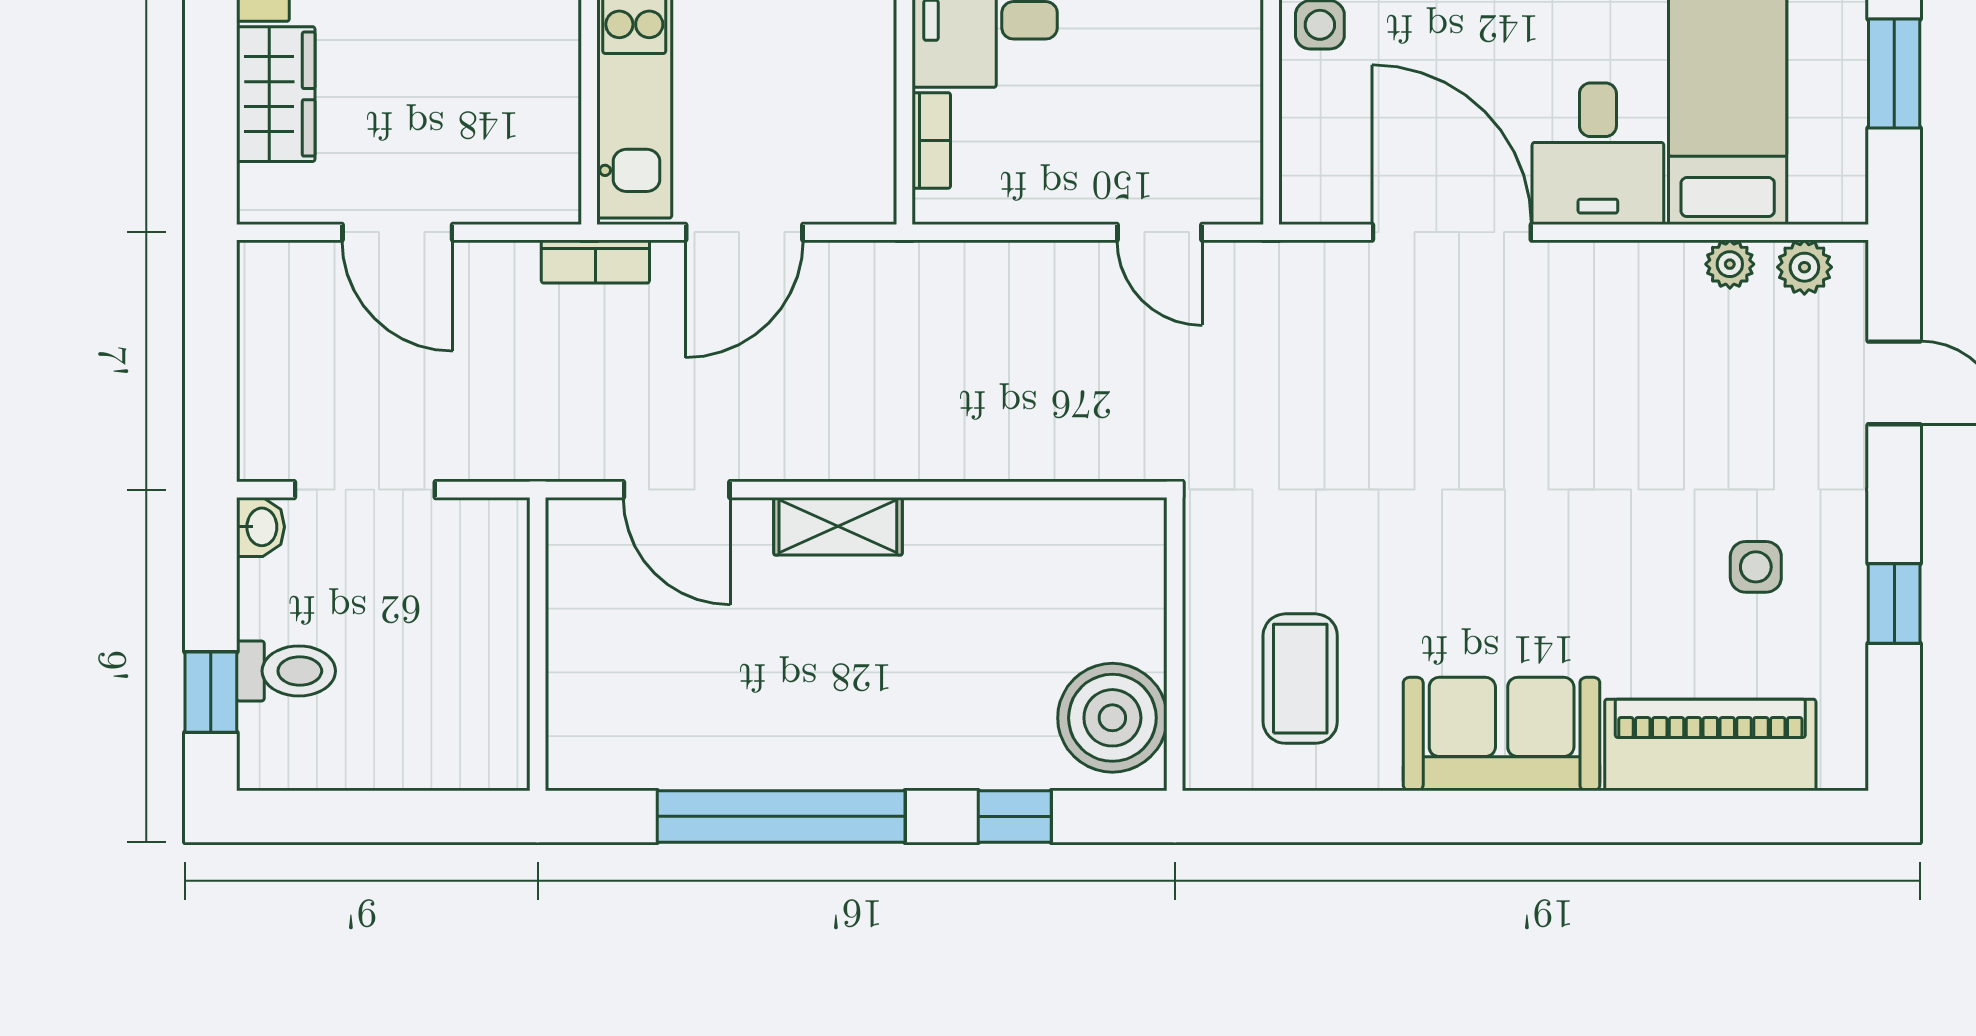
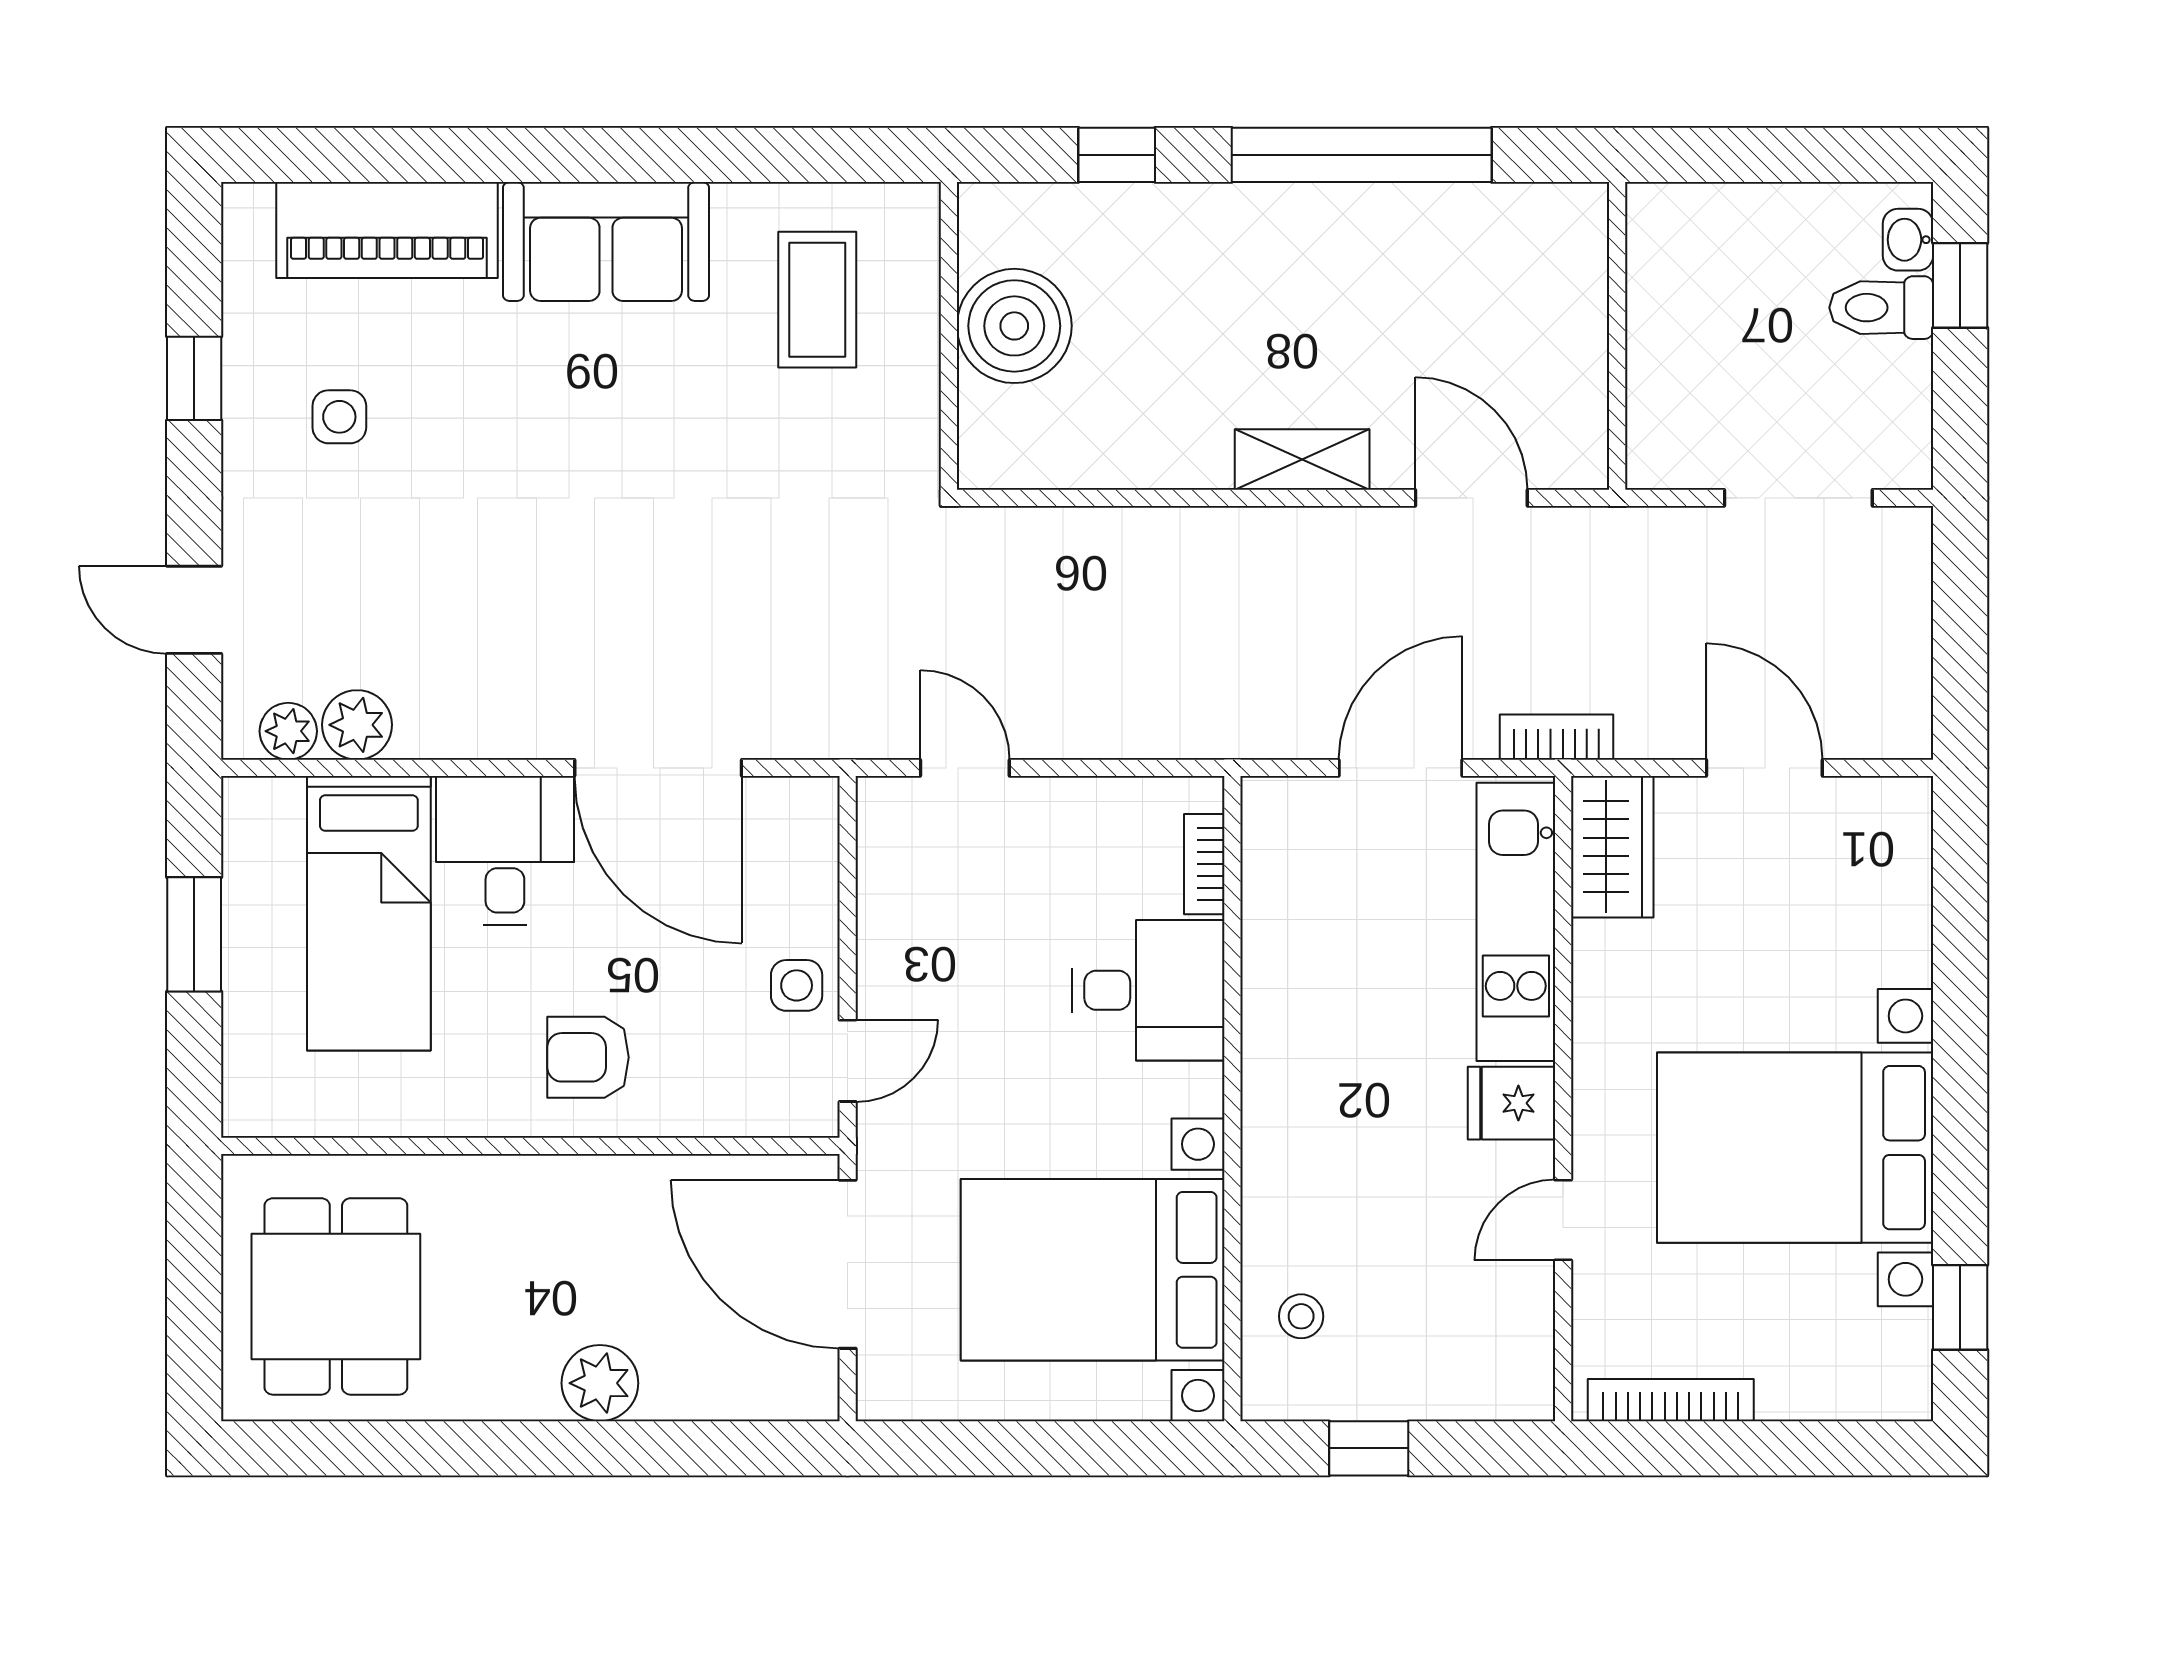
wardrobe: (276, 94) -> (1612, 847), moved, turned 180
plant: (1730, 264) -> (357, 725), width x1.38, depth x1.38
washbasin: (260, 527) -> (1908, 240), moved
boiler: (1112, 718) -> (1014, 326), moved

